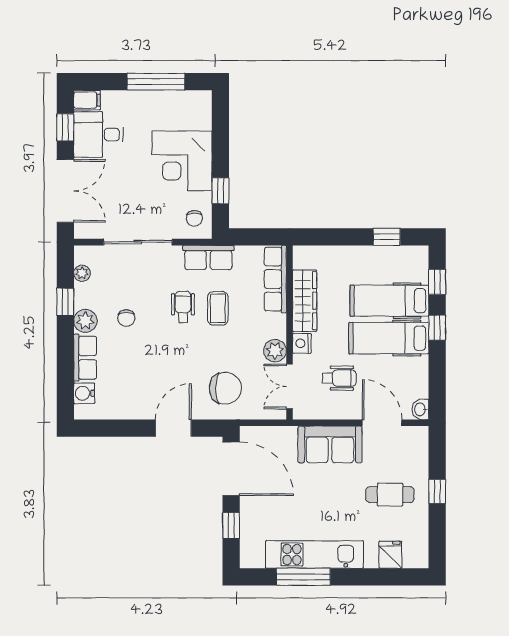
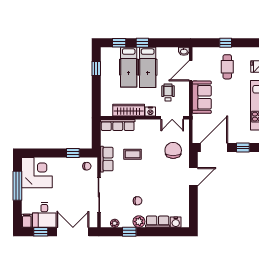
corner desk: (182, 161) -> (37, 173), moved, turned -90
wheelchair: (183, 307) -> (132, 172), removed
plant: (275, 351) -> (154, 125), removed
door: (173, 428) -> (193, 177), swing flipped

